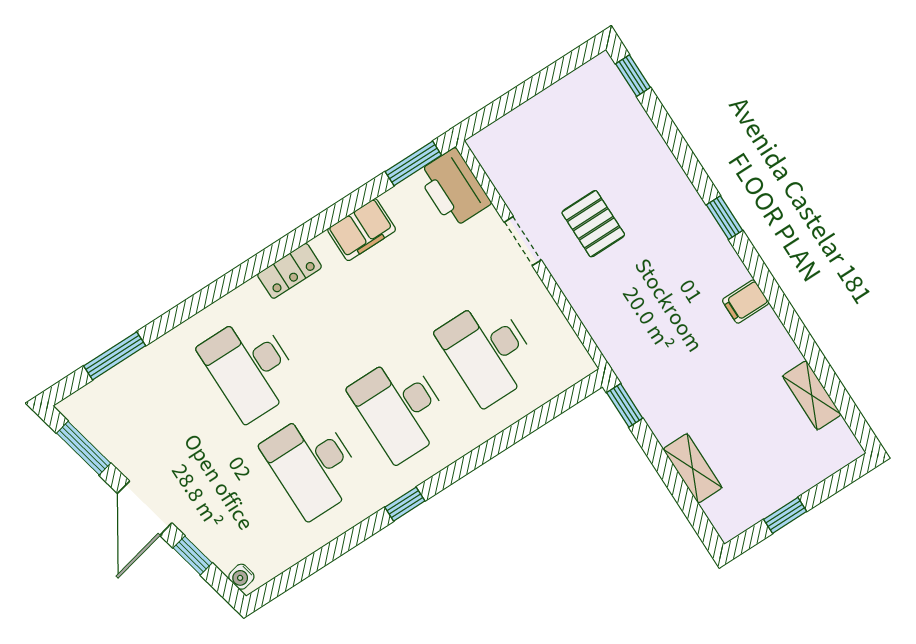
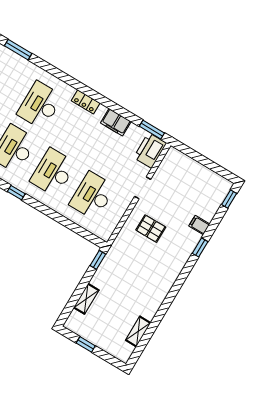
window: (725, 218) -> (200, 247), moved
pallet: (593, 224) -> (151, 229), moved, turned 90
filing cabinet: (746, 302) -> (199, 225), moved

